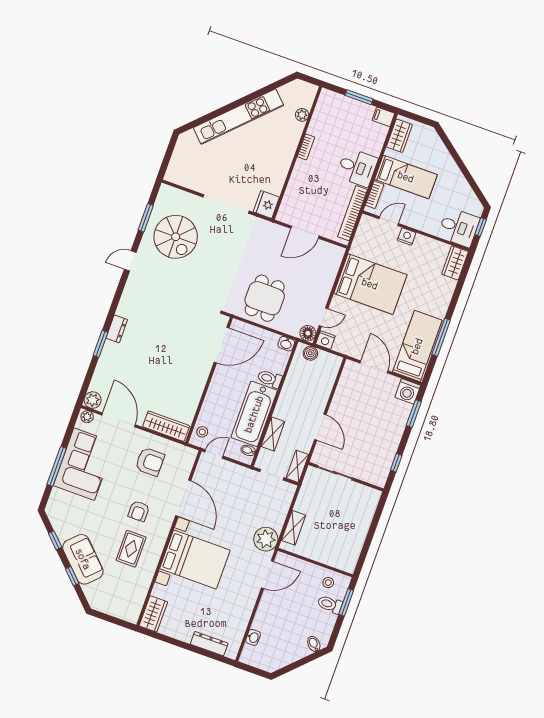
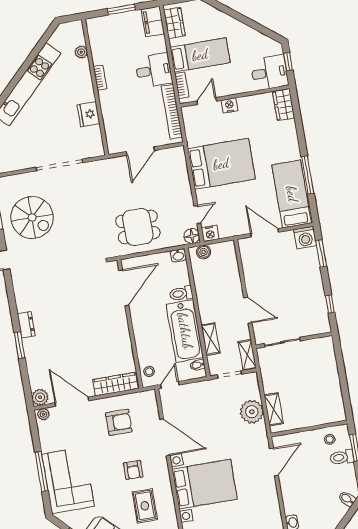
filing cabinet: (383, 117) -> (153, 21), width x2.00
fridge: (266, 204) -> (88, 114), moved
dining table: (265, 298) -> (138, 227), turned 90
corner sofa: (84, 464) -> (68, 480), moved
plant: (266, 539) -> (252, 412), moved

